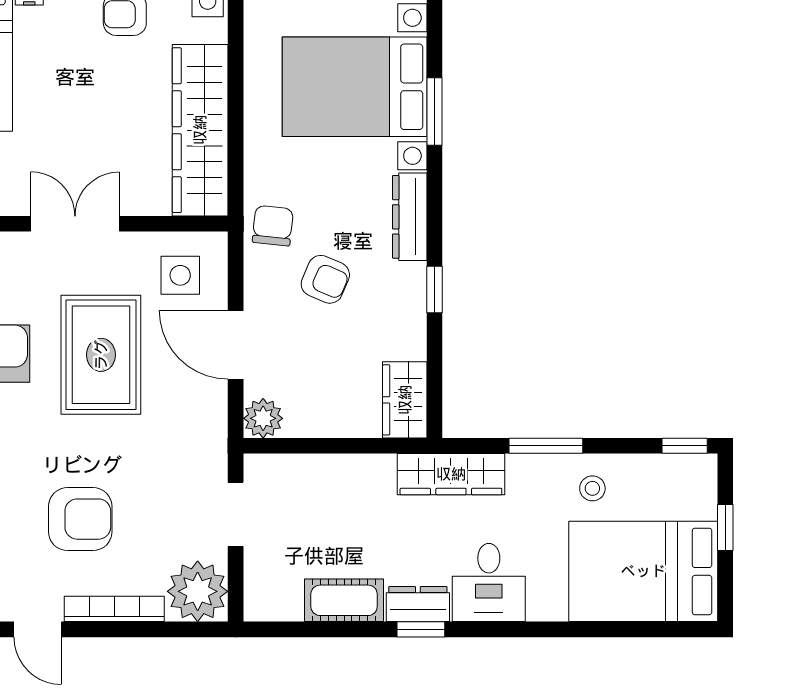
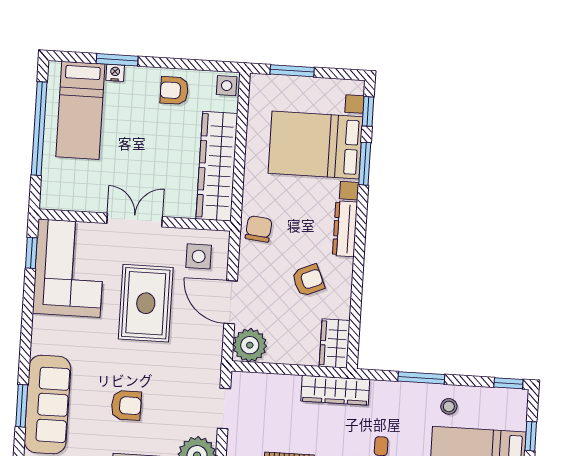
armchair: (325, 279) -> (308, 280), moved, turned -46
window: (435, 289) -> (368, 111), moved
plant: (263, 418) -> (250, 345), width x1.36, depth x1.36
wardrobe: (451, 474) -> (335, 390), moved
armchair: (80, 519) -> (126, 405), width x0.72, depth x0.72

